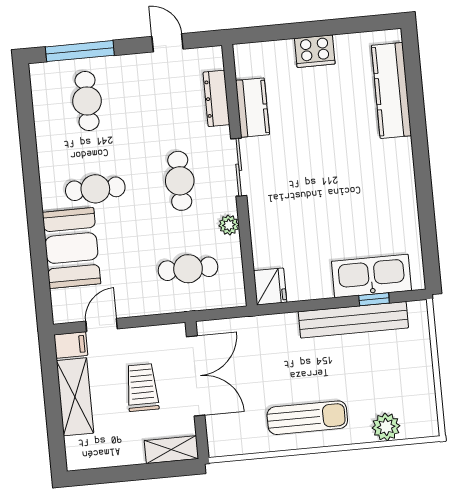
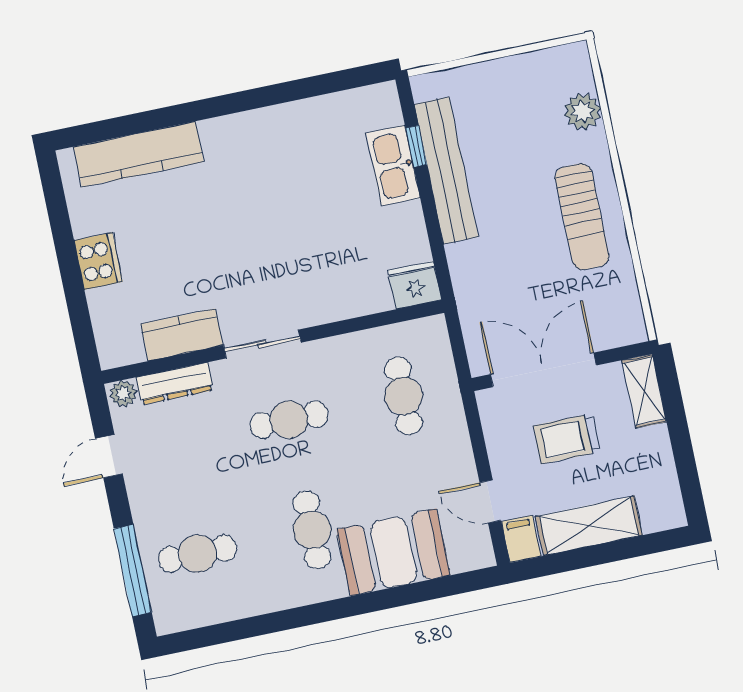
plant: (229, 225) -> (123, 394), moved
kitchen sink: (371, 276) -> (393, 166), width x0.73, depth x0.81
sun lounger: (307, 418) -> (582, 217), turned 180

